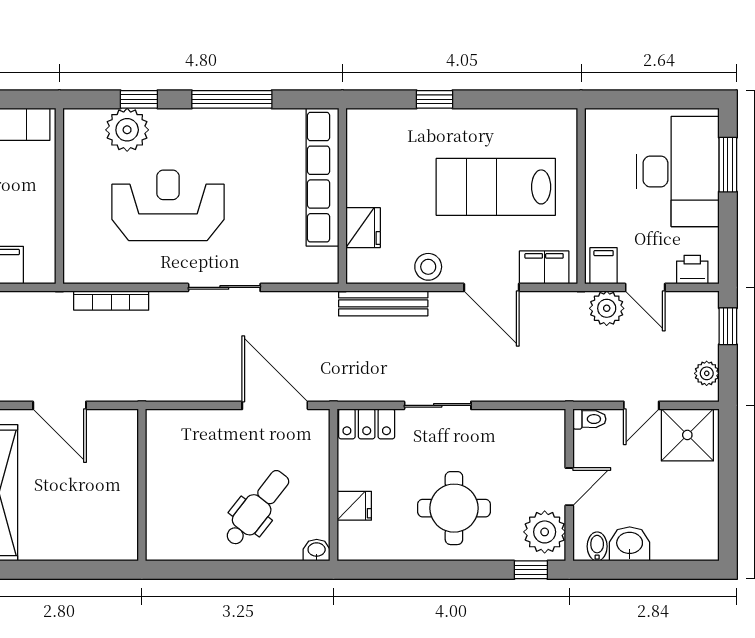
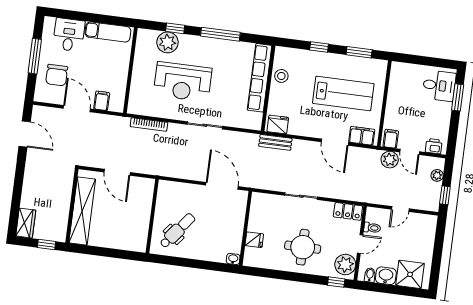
window: (517, 99) -> (359, 52), added
desk: (678, 171) -> (439, 86), width x0.53, depth x0.77
lab bench: (496, 187) -> (343, 94), turned 180
reception desk: (168, 205) -> (183, 82), turned 180
fridge: (363, 228) -> (278, 124), moved, turned -90
stool: (428, 267) -> (281, 76), moved
bench: (383, 303) -> (275, 142), width x0.73
window: (728, 326) -> (445, 195), moved
plant: (707, 373) -> (437, 175), moved
toilet: (589, 419) -> (372, 228), moved
locker: (367, 424) -> (348, 211), moved
shower: (687, 435) -> (410, 274), moved
dental chair: (257, 508) -> (177, 231), moved

